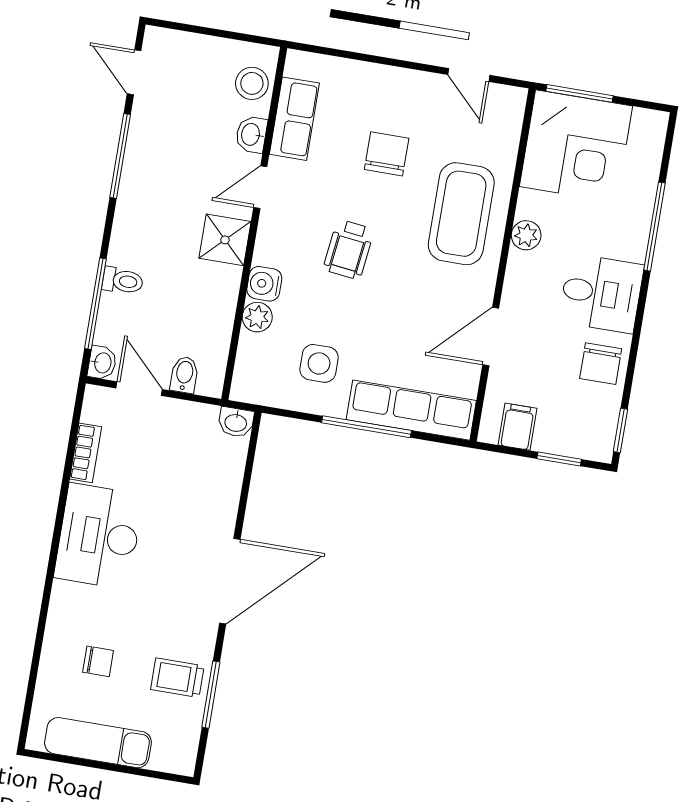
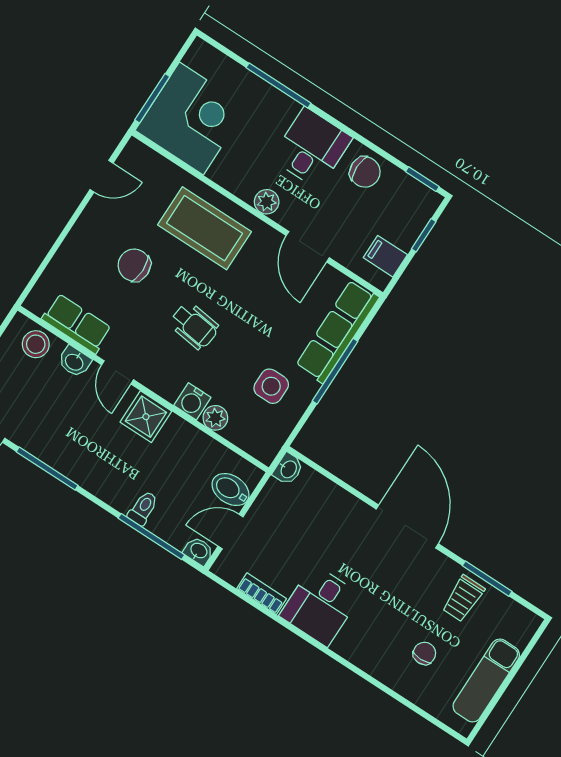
plant: (526, 235) -> (267, 202), moved
bidet: (184, 375) -> (230, 490), width x1.38, depth x1.36
desk: (99, 536) -> (320, 605), width x0.73

